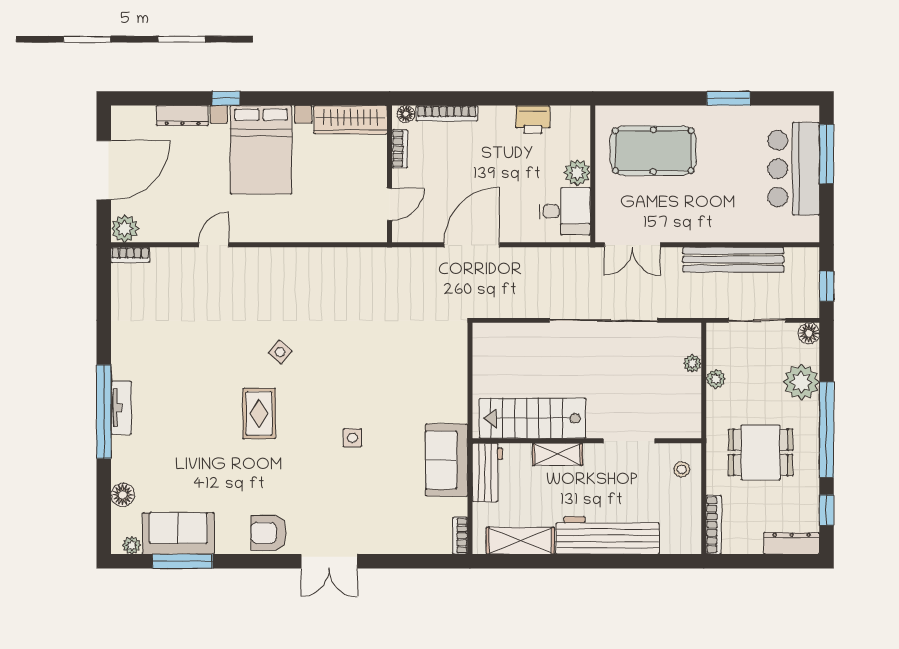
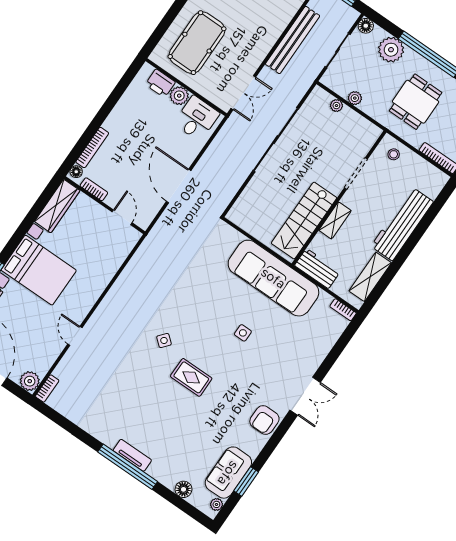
printer: (533, 119) -> (160, 83), moved, turned 90
sofa: (447, 460) -> (273, 278), width x1.85, depth x1.27
window: (182, 561) -> (246, 481), width x0.69

